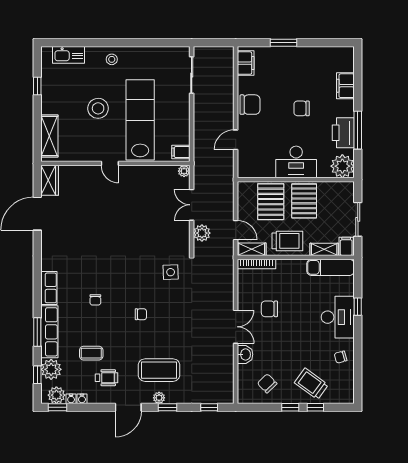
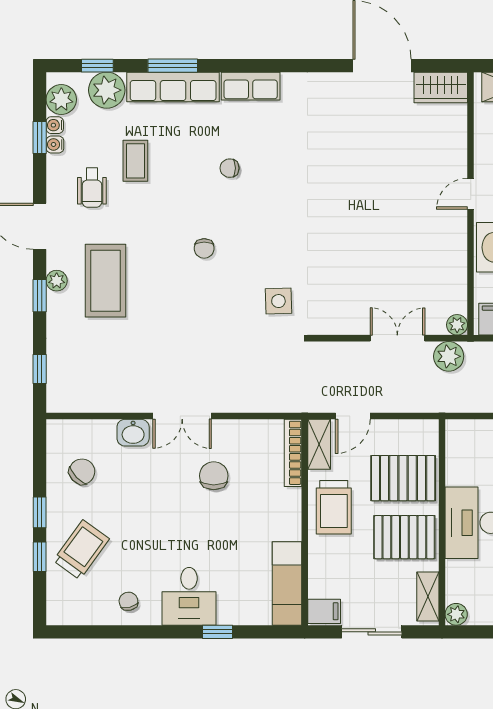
plant: (342, 166) -> (456, 614), width x0.53, depth x0.53
plant: (202, 233) -> (449, 356), moved
shelving: (324, 249) -> (428, 597), moved
desk: (338, 317) -> (189, 596), width x0.73
window: (57, 407) -> (40, 138), moved

